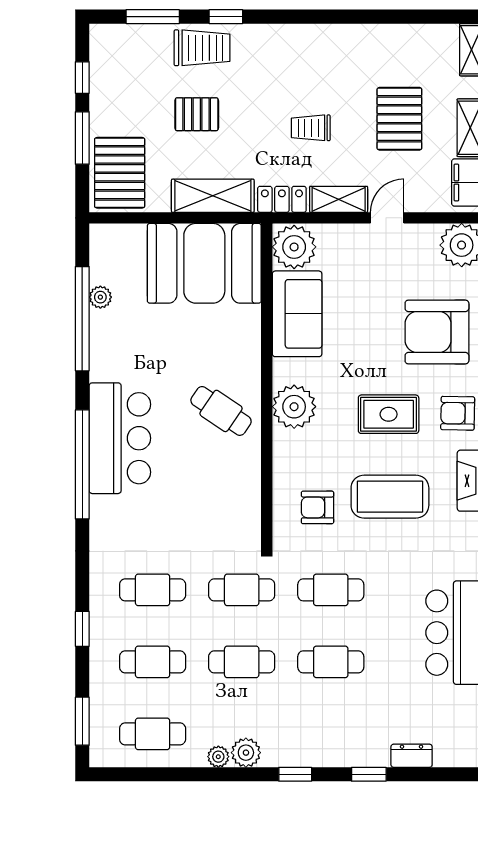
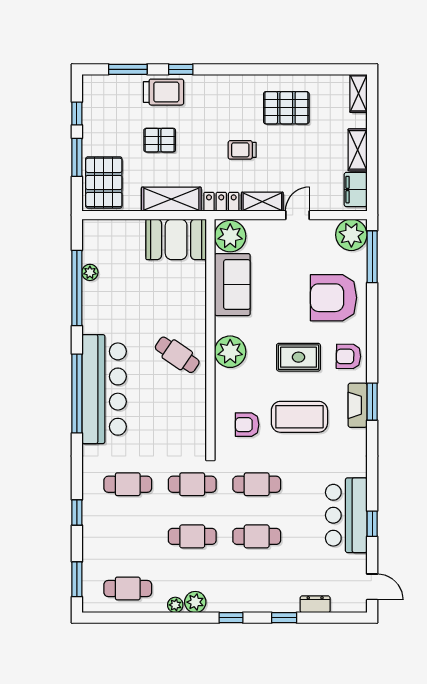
pallet: (399, 119) -> (286, 108), moved, turned 90
booth: (204, 263) -> (176, 239), width x0.73, depth x0.70
bar counter: (120, 438) -> (104, 389), width x1.36
cafe table: (153, 662) -> (128, 536), removed

